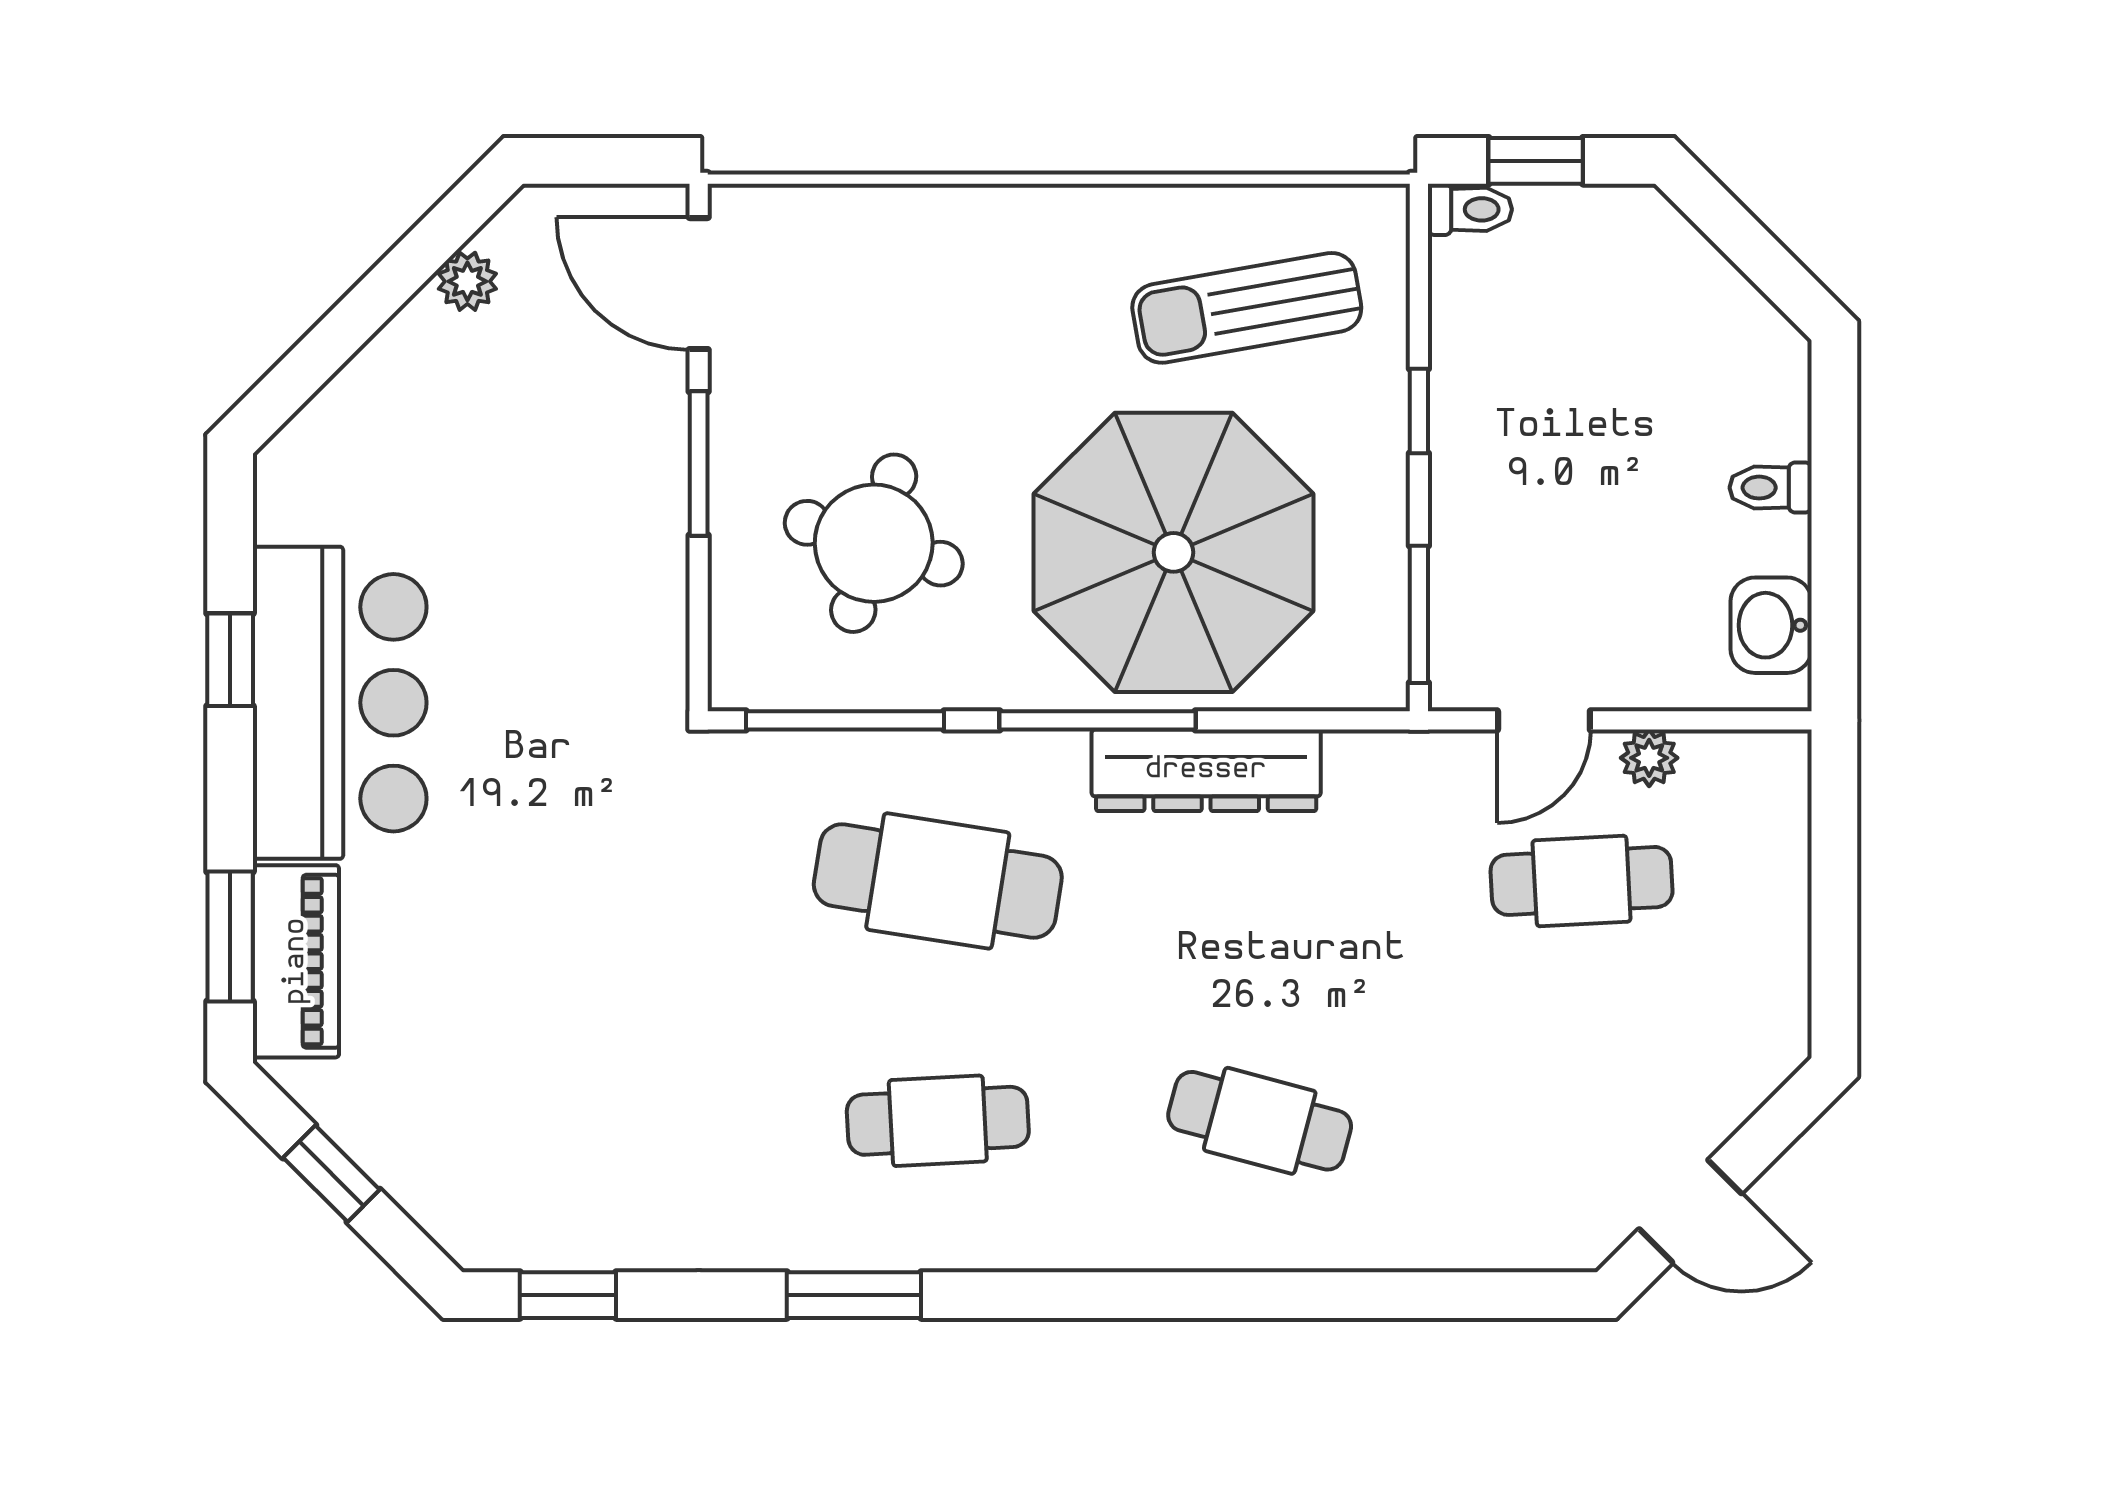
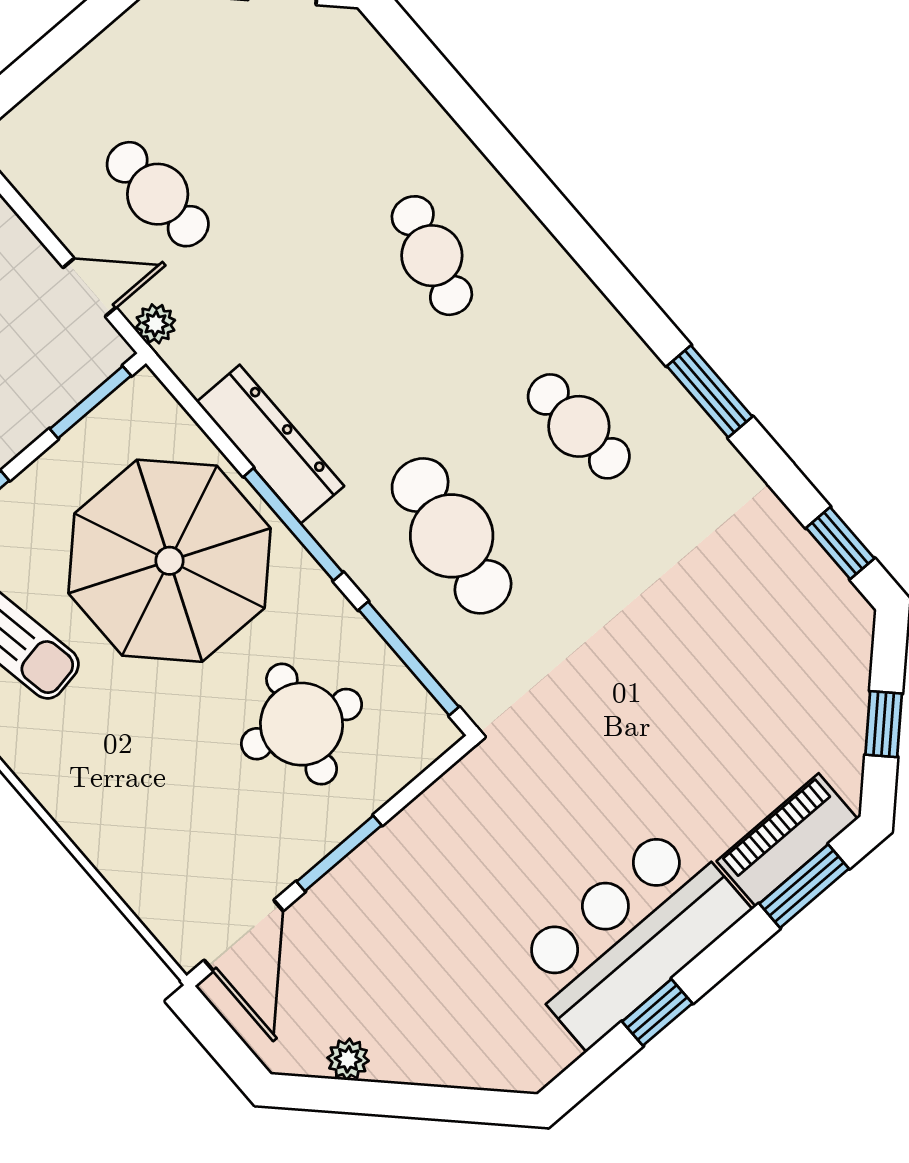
plant: (1649, 758) -> (155, 324), moved

